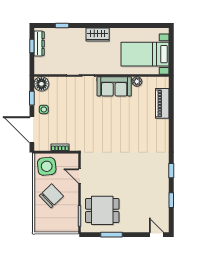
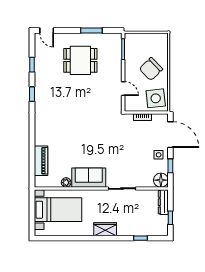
dresser: (39, 44) -> (163, 202), moved
dining table: (102, 210) -> (80, 60), moved

